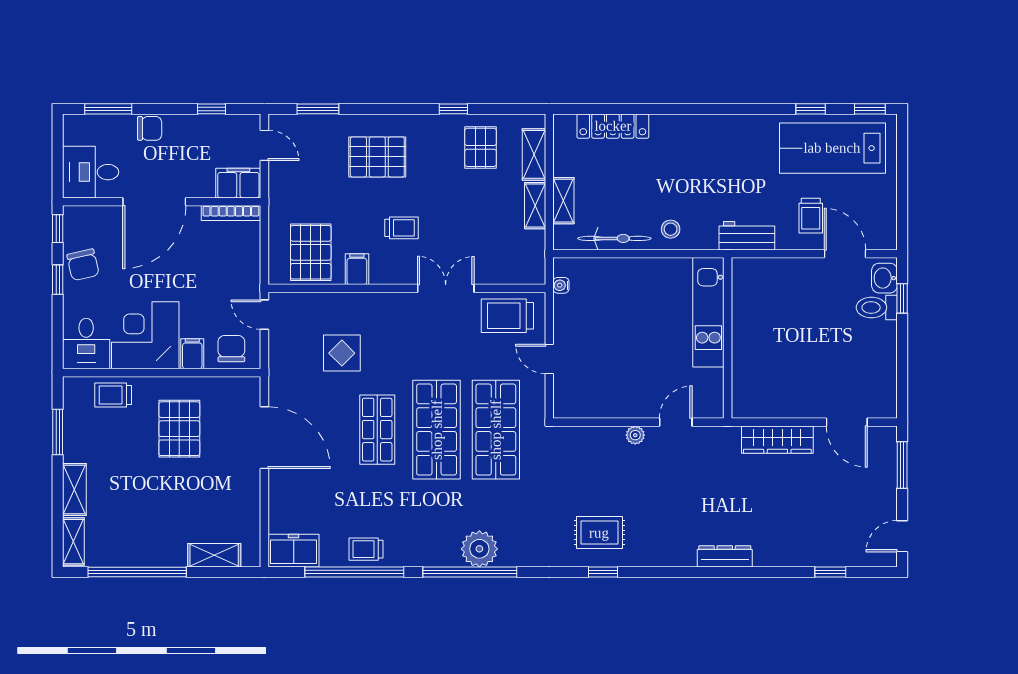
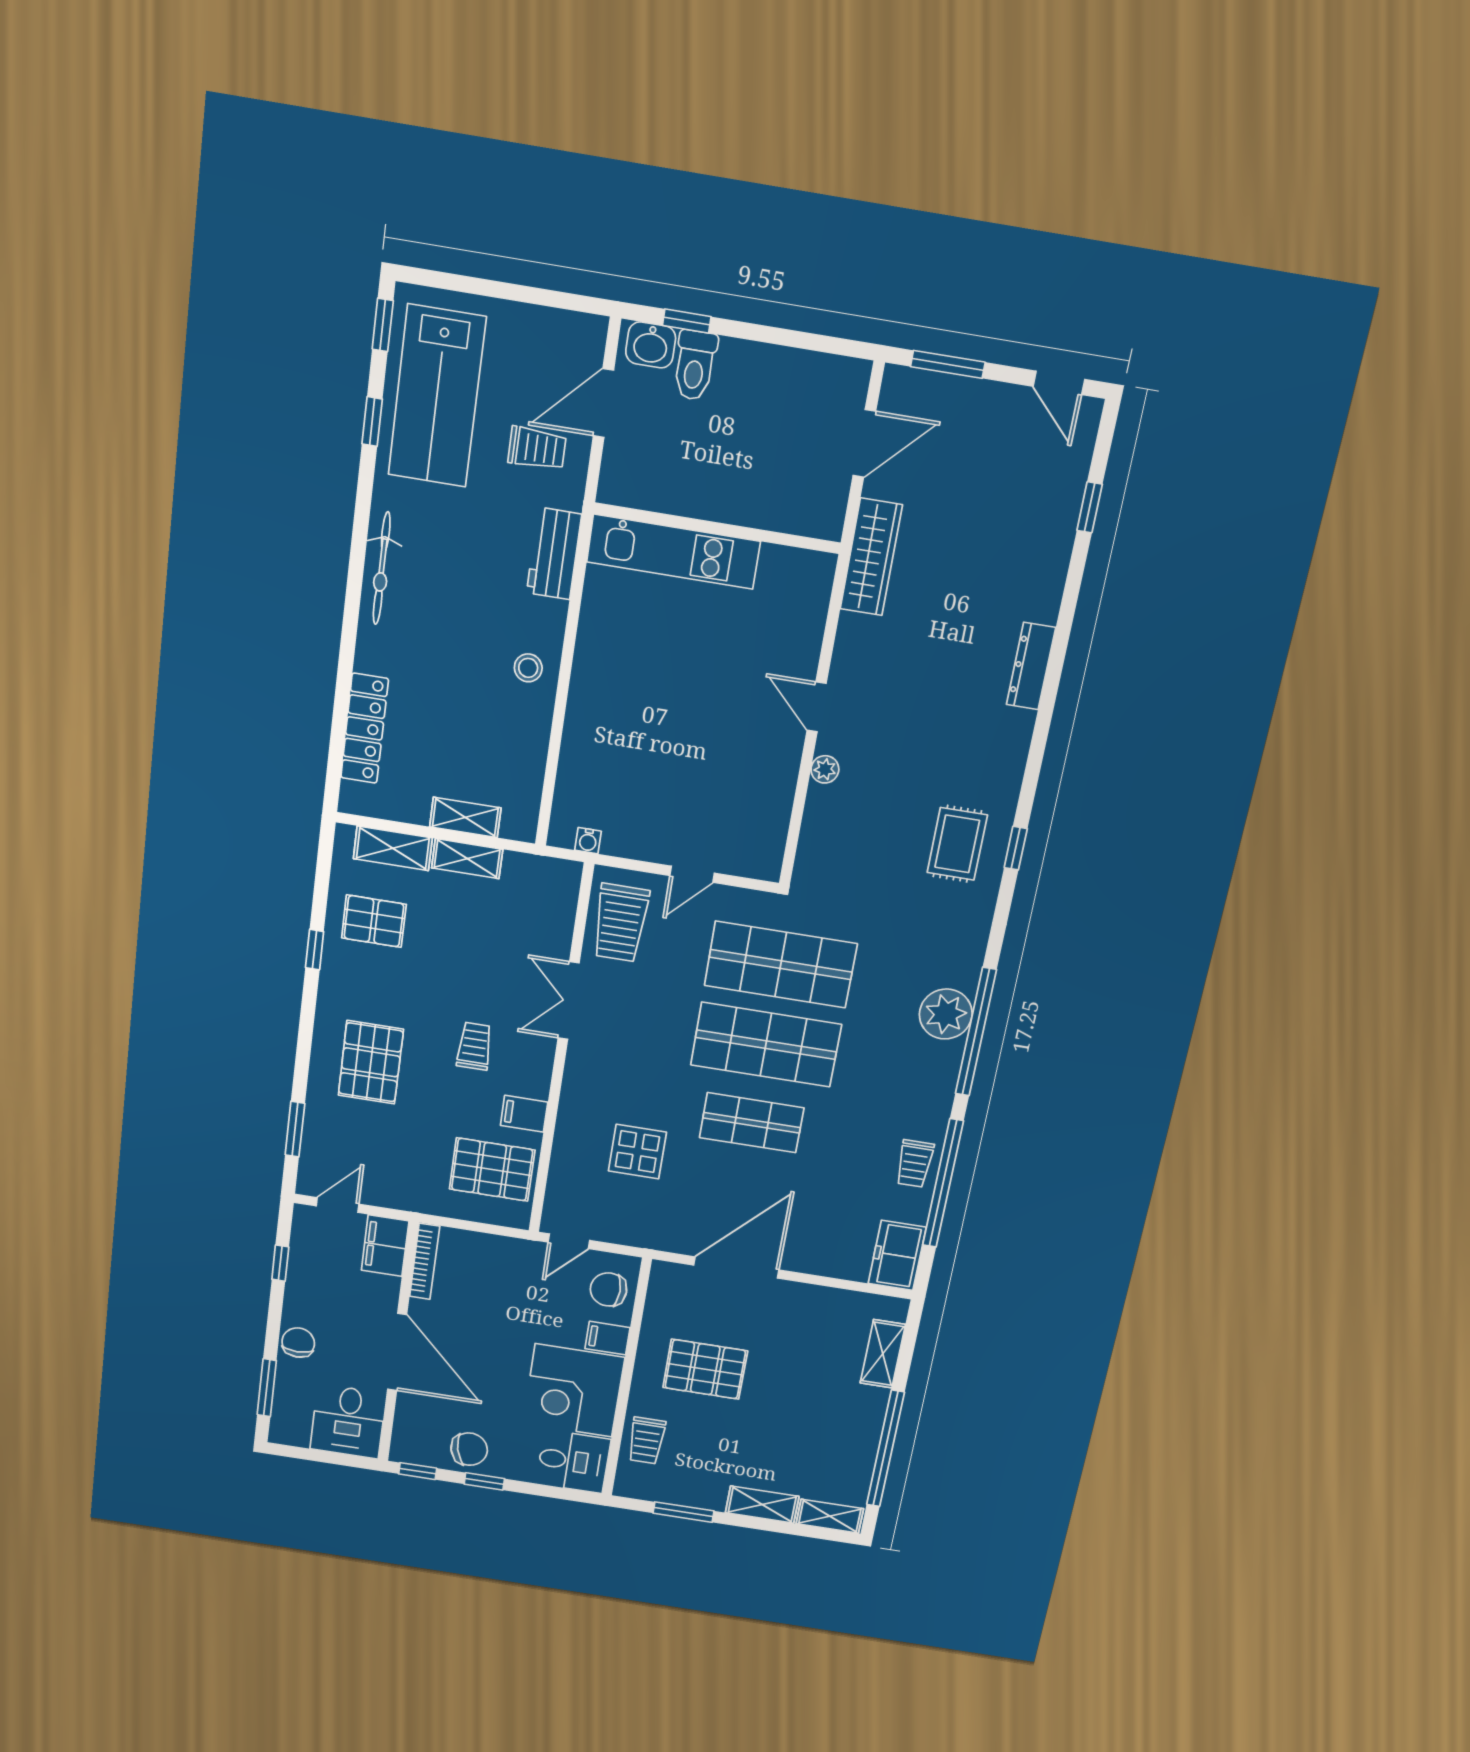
bicycle: (614, 238) -> (382, 568), moved, turned 180
kitchen unit: (708, 312) -> (673, 552), moved
wall: (728, 338) -> (717, 528), moved

